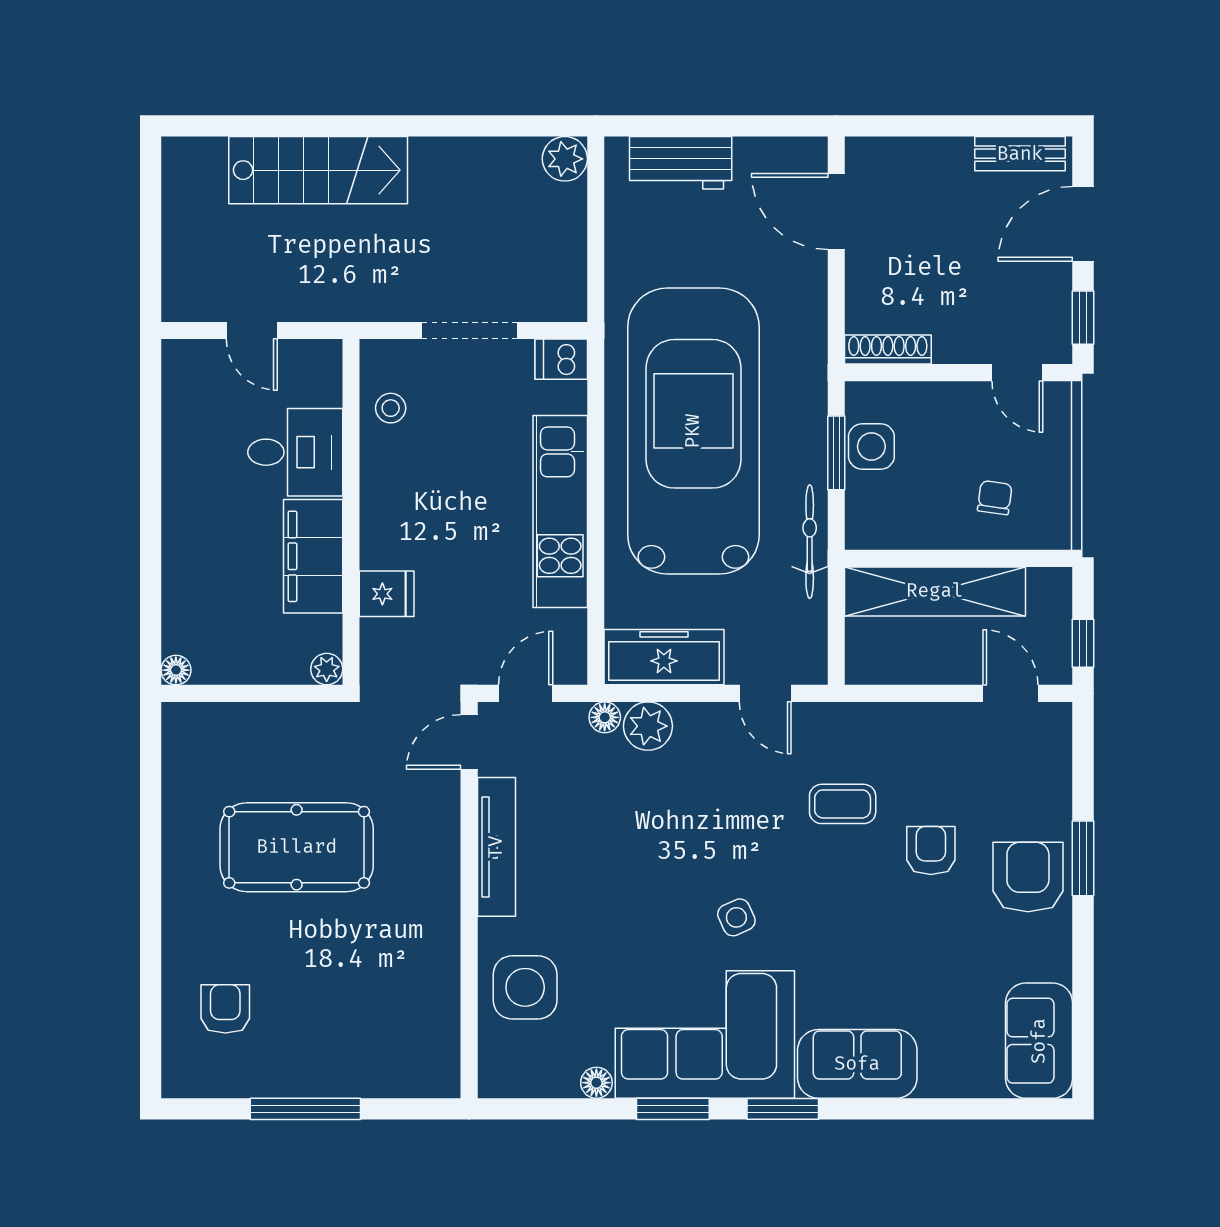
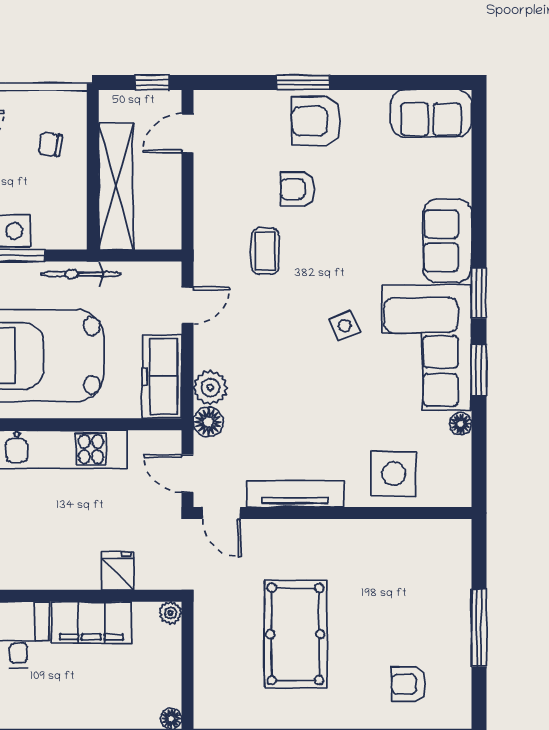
floor lamp: (605, 717) -> (208, 422), width x1.37, depth x1.37

